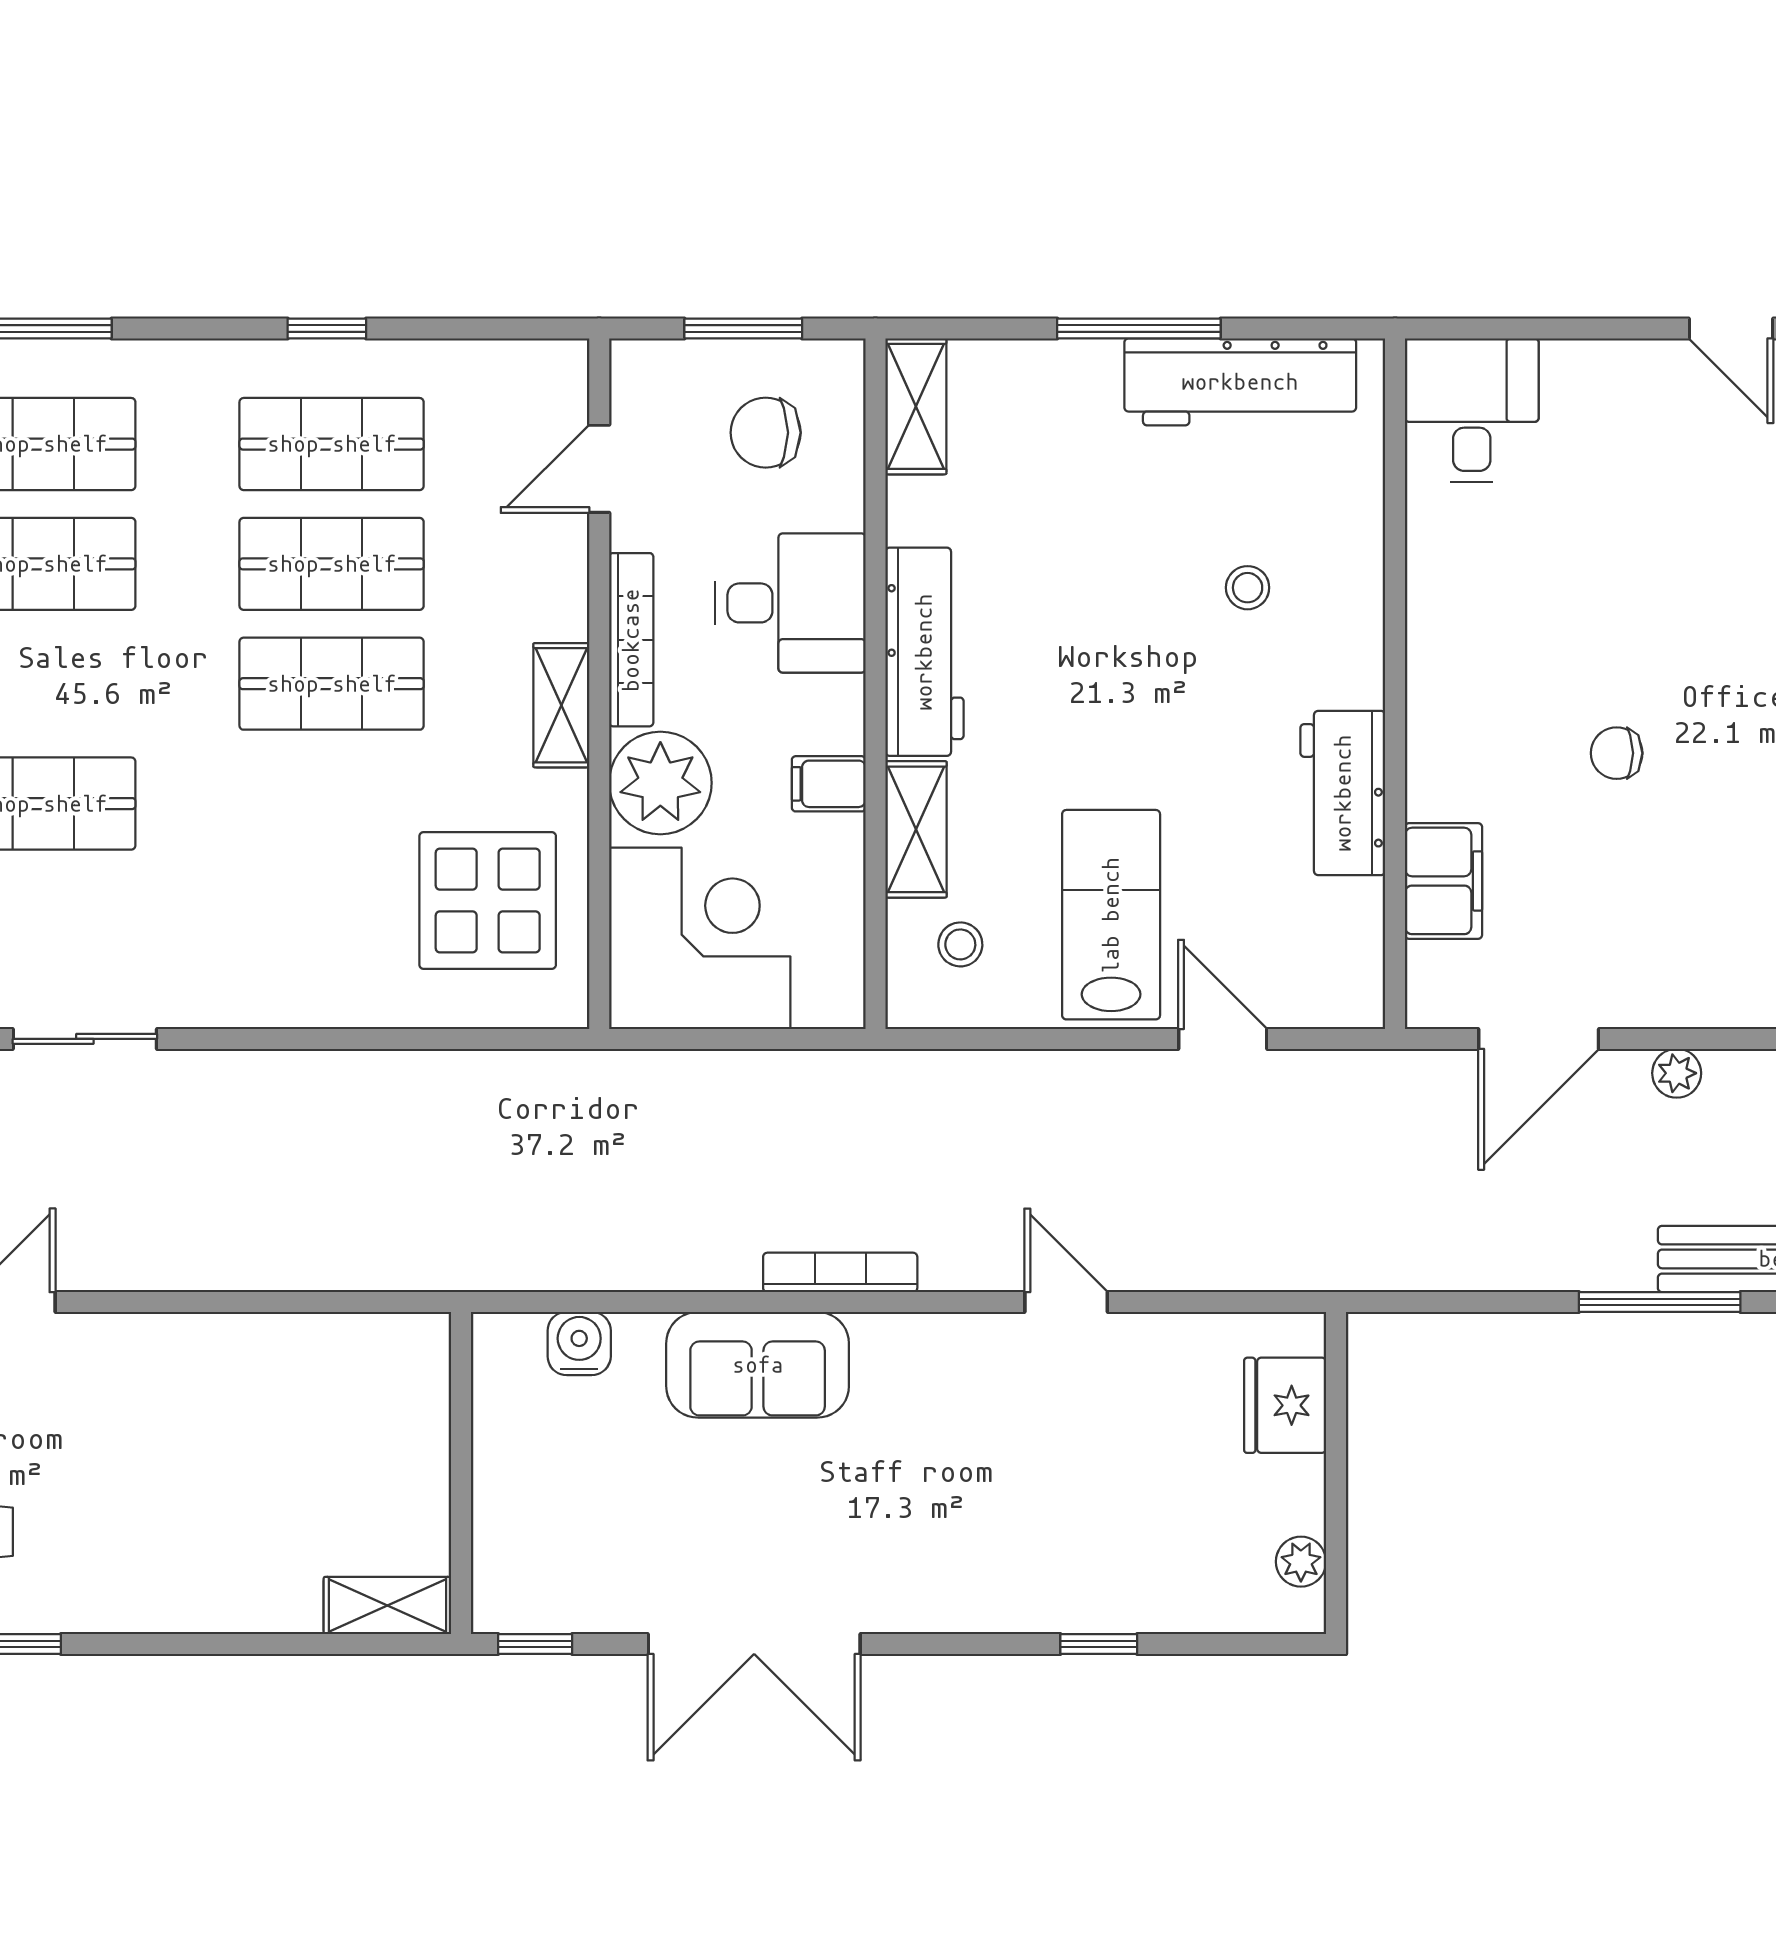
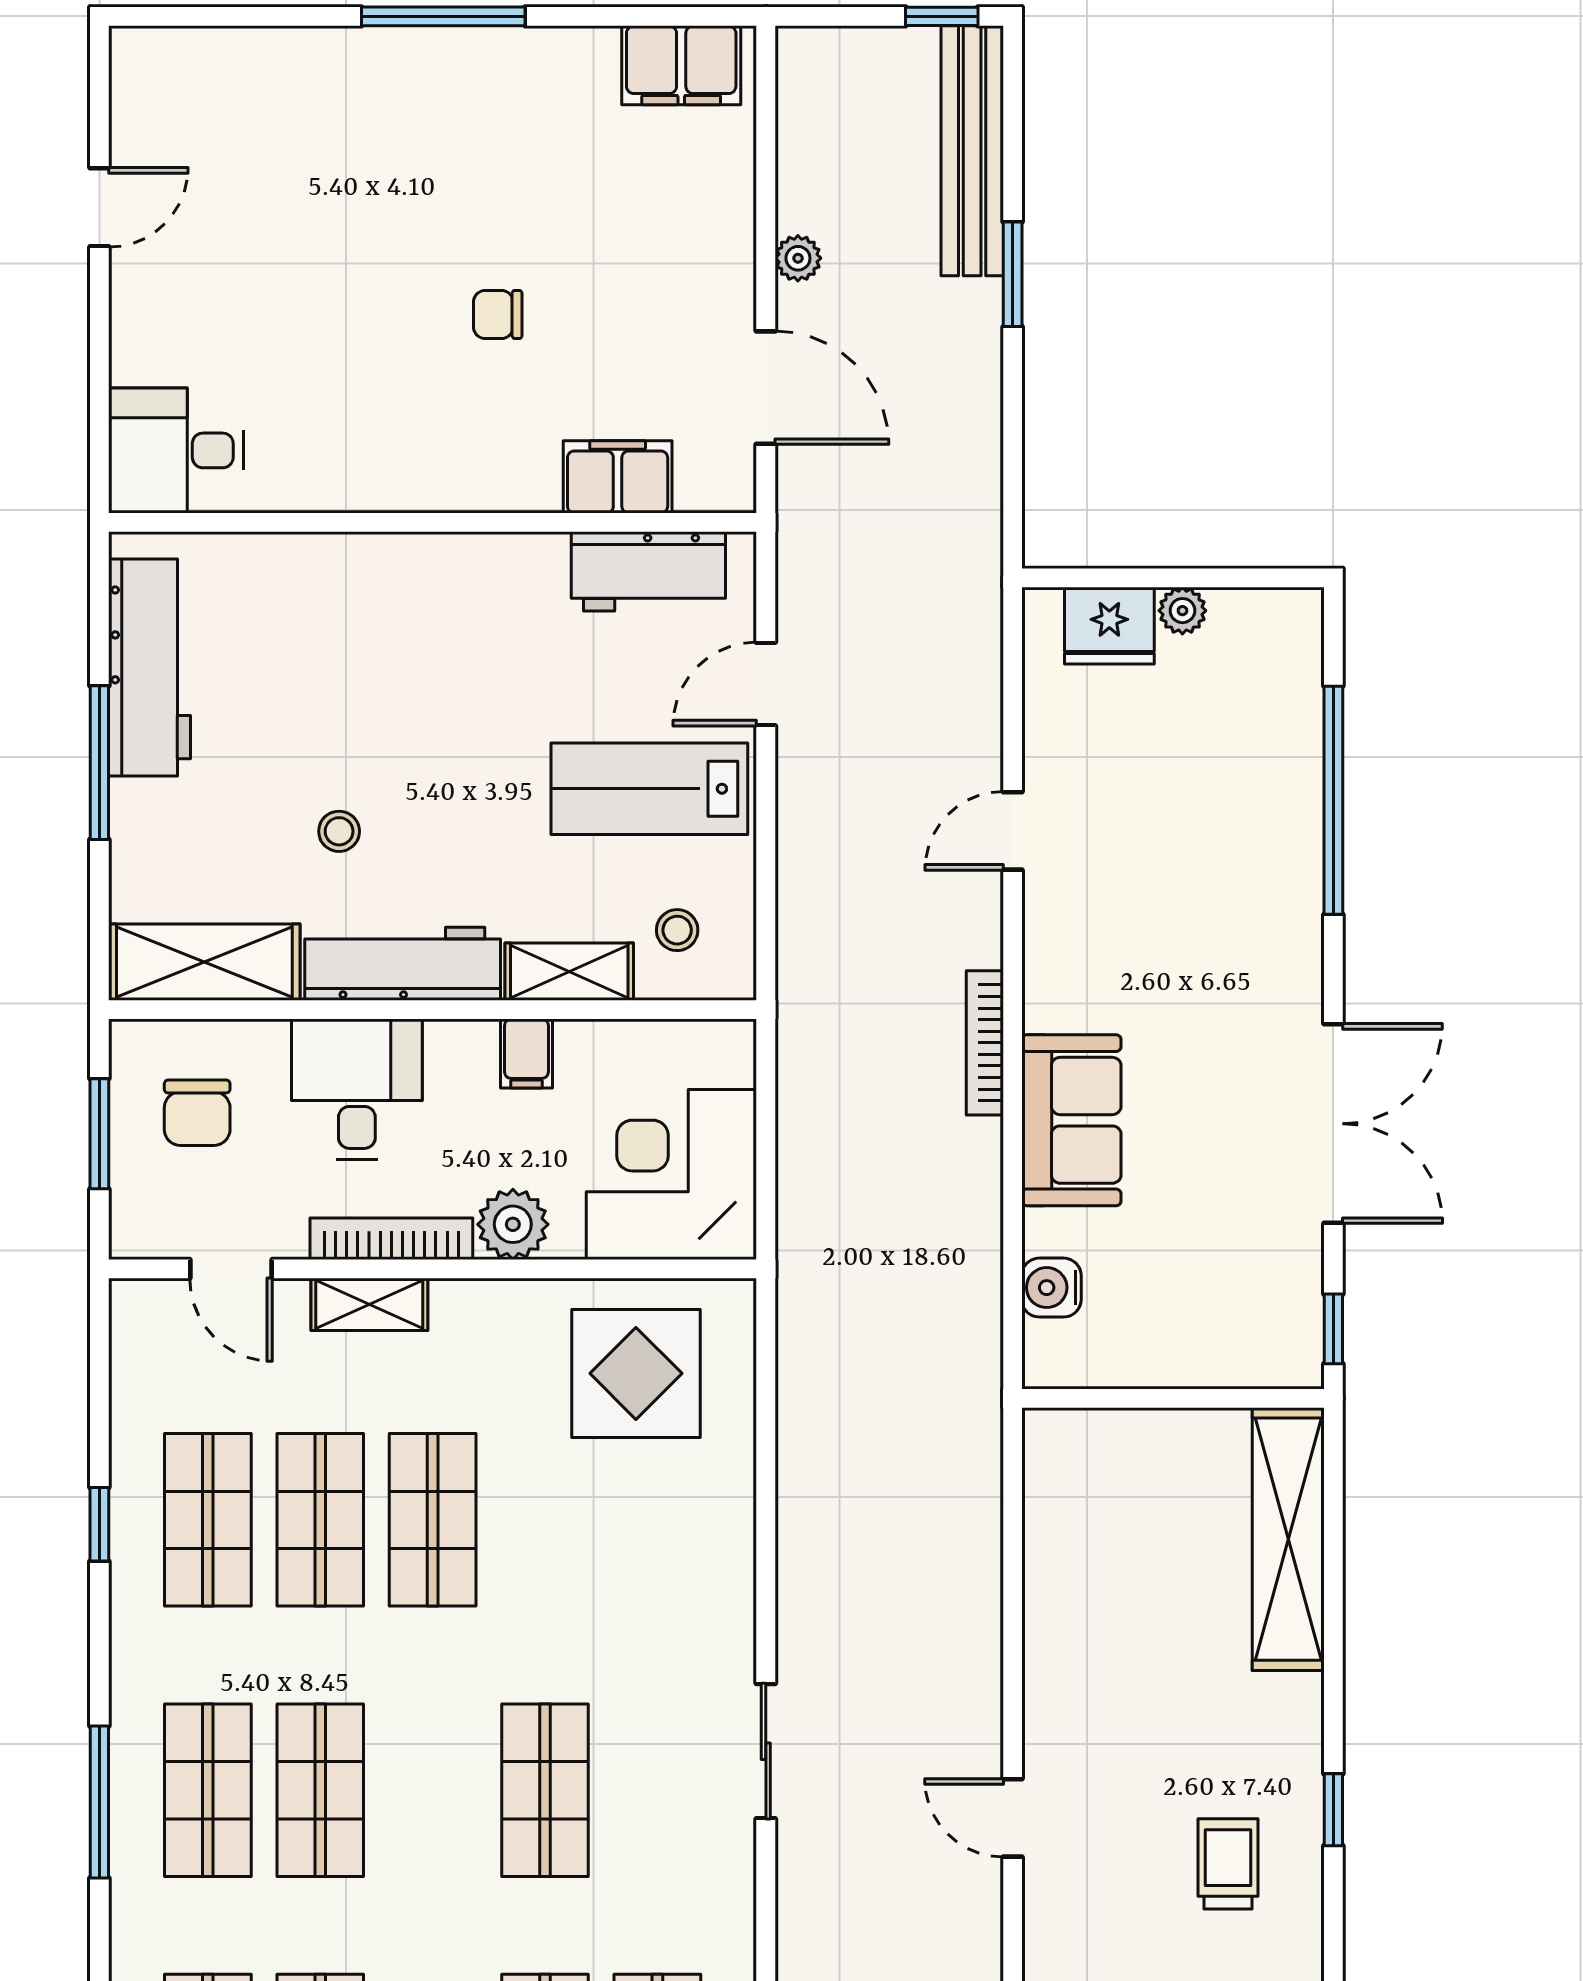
shelving: (916, 406) -> (204, 962), width x1.50, depth x1.33
stool: (1248, 588) -> (339, 831), moved
shelving: (561, 705) -> (369, 1304), moved
chair: (1617, 753) -> (498, 314), turned 90
plant: (660, 783) -> (513, 1224), width x0.73, depth x0.73
workbench: (1343, 793) -> (648, 571), moved
window: (1660, 1302) -> (1013, 274), width x0.69
plant: (1301, 1562) -> (1182, 611), moved
shelving: (387, 1606) -> (1288, 1539), width x2.20, depth x1.33
window: (1099, 1644) -> (1333, 800), width x3.17

